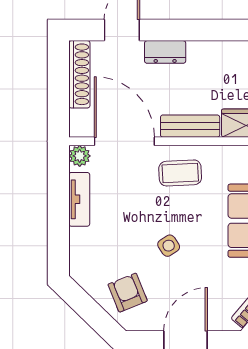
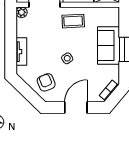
tv unit: (79, 199) -> (21, 52), moved

